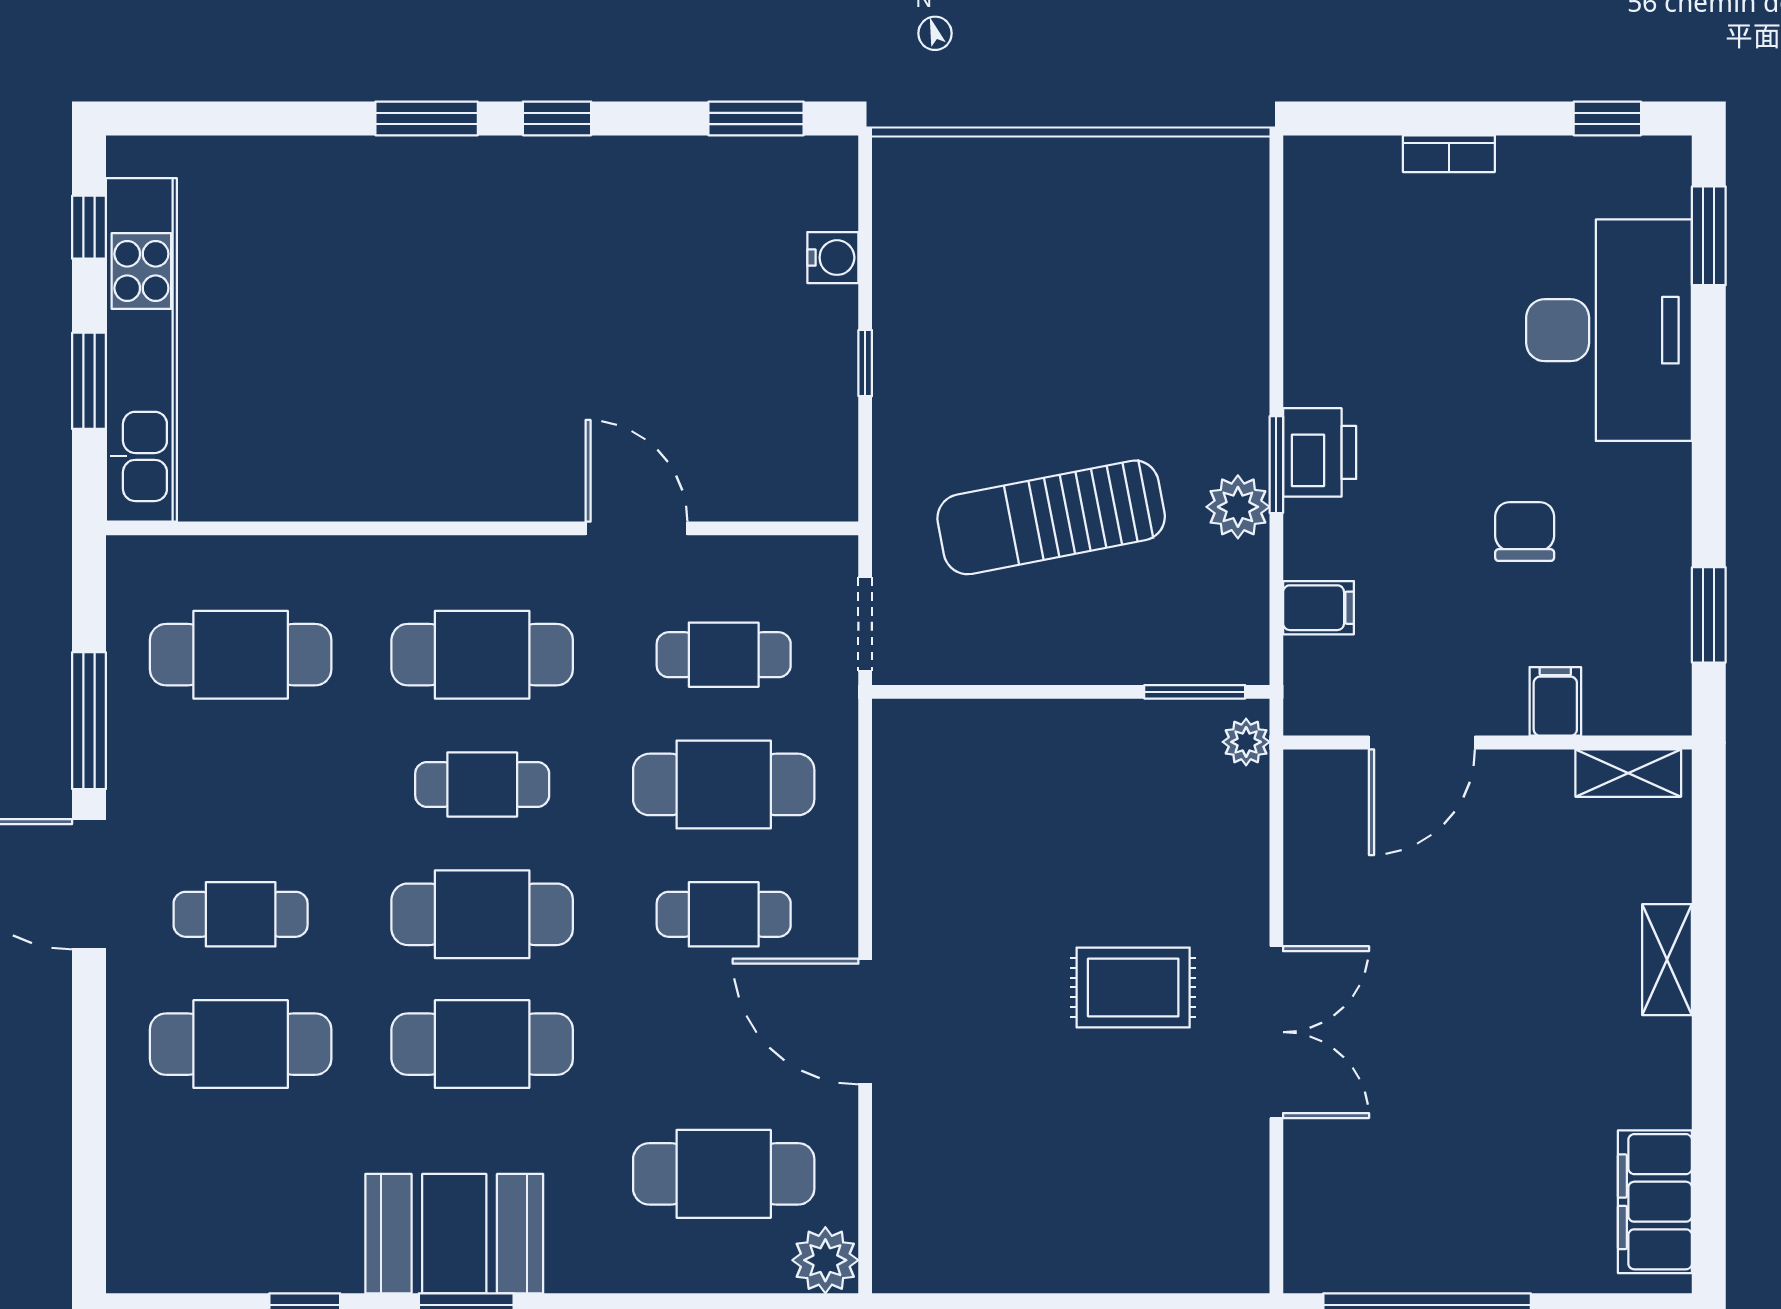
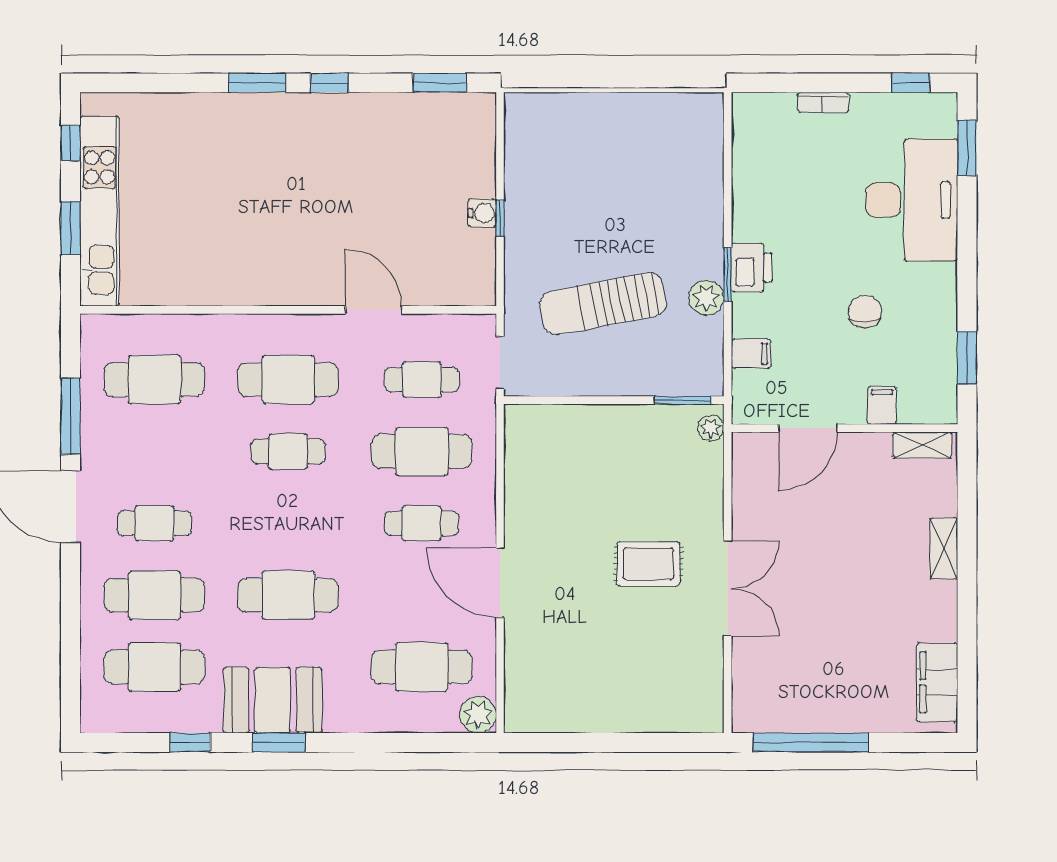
water cooler: (833, 258) -> (482, 213), moved
cafe table: (482, 914) -> (154, 667), moved

